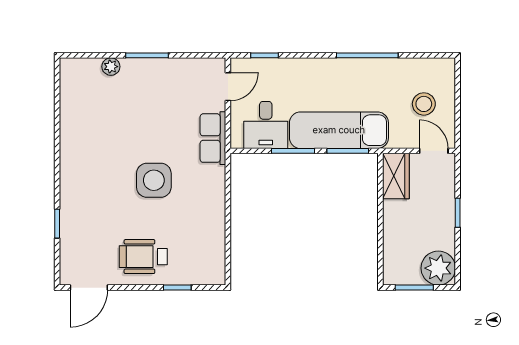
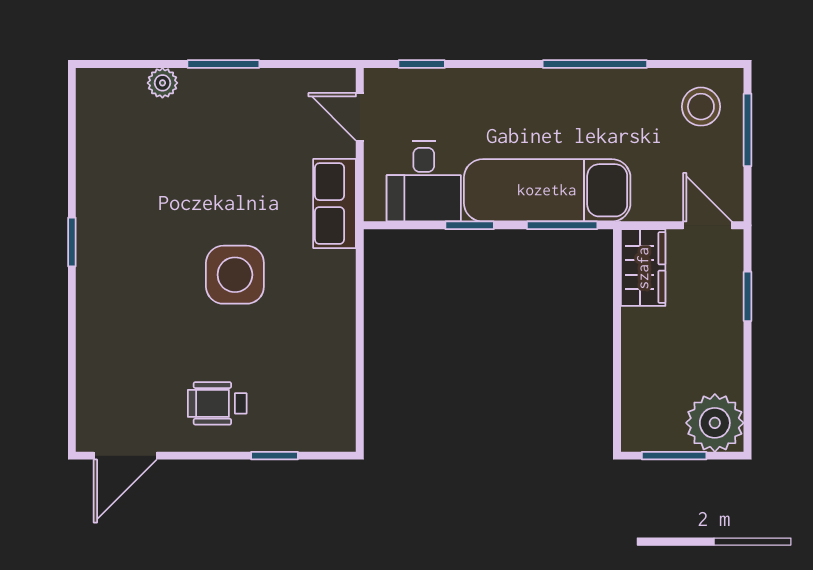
door: (228, 87) -> (360, 117), swing flipped
window: (458, 94) -> (748, 130), added
stool: (424, 104) -> (701, 107), moved
window: (293, 151) -> (470, 225), width x0.67
window: (458, 213) -> (748, 296), moved
window: (57, 224) -> (72, 242), moved
wheelchair: (143, 257) -> (217, 403), width x0.73, depth x0.73

